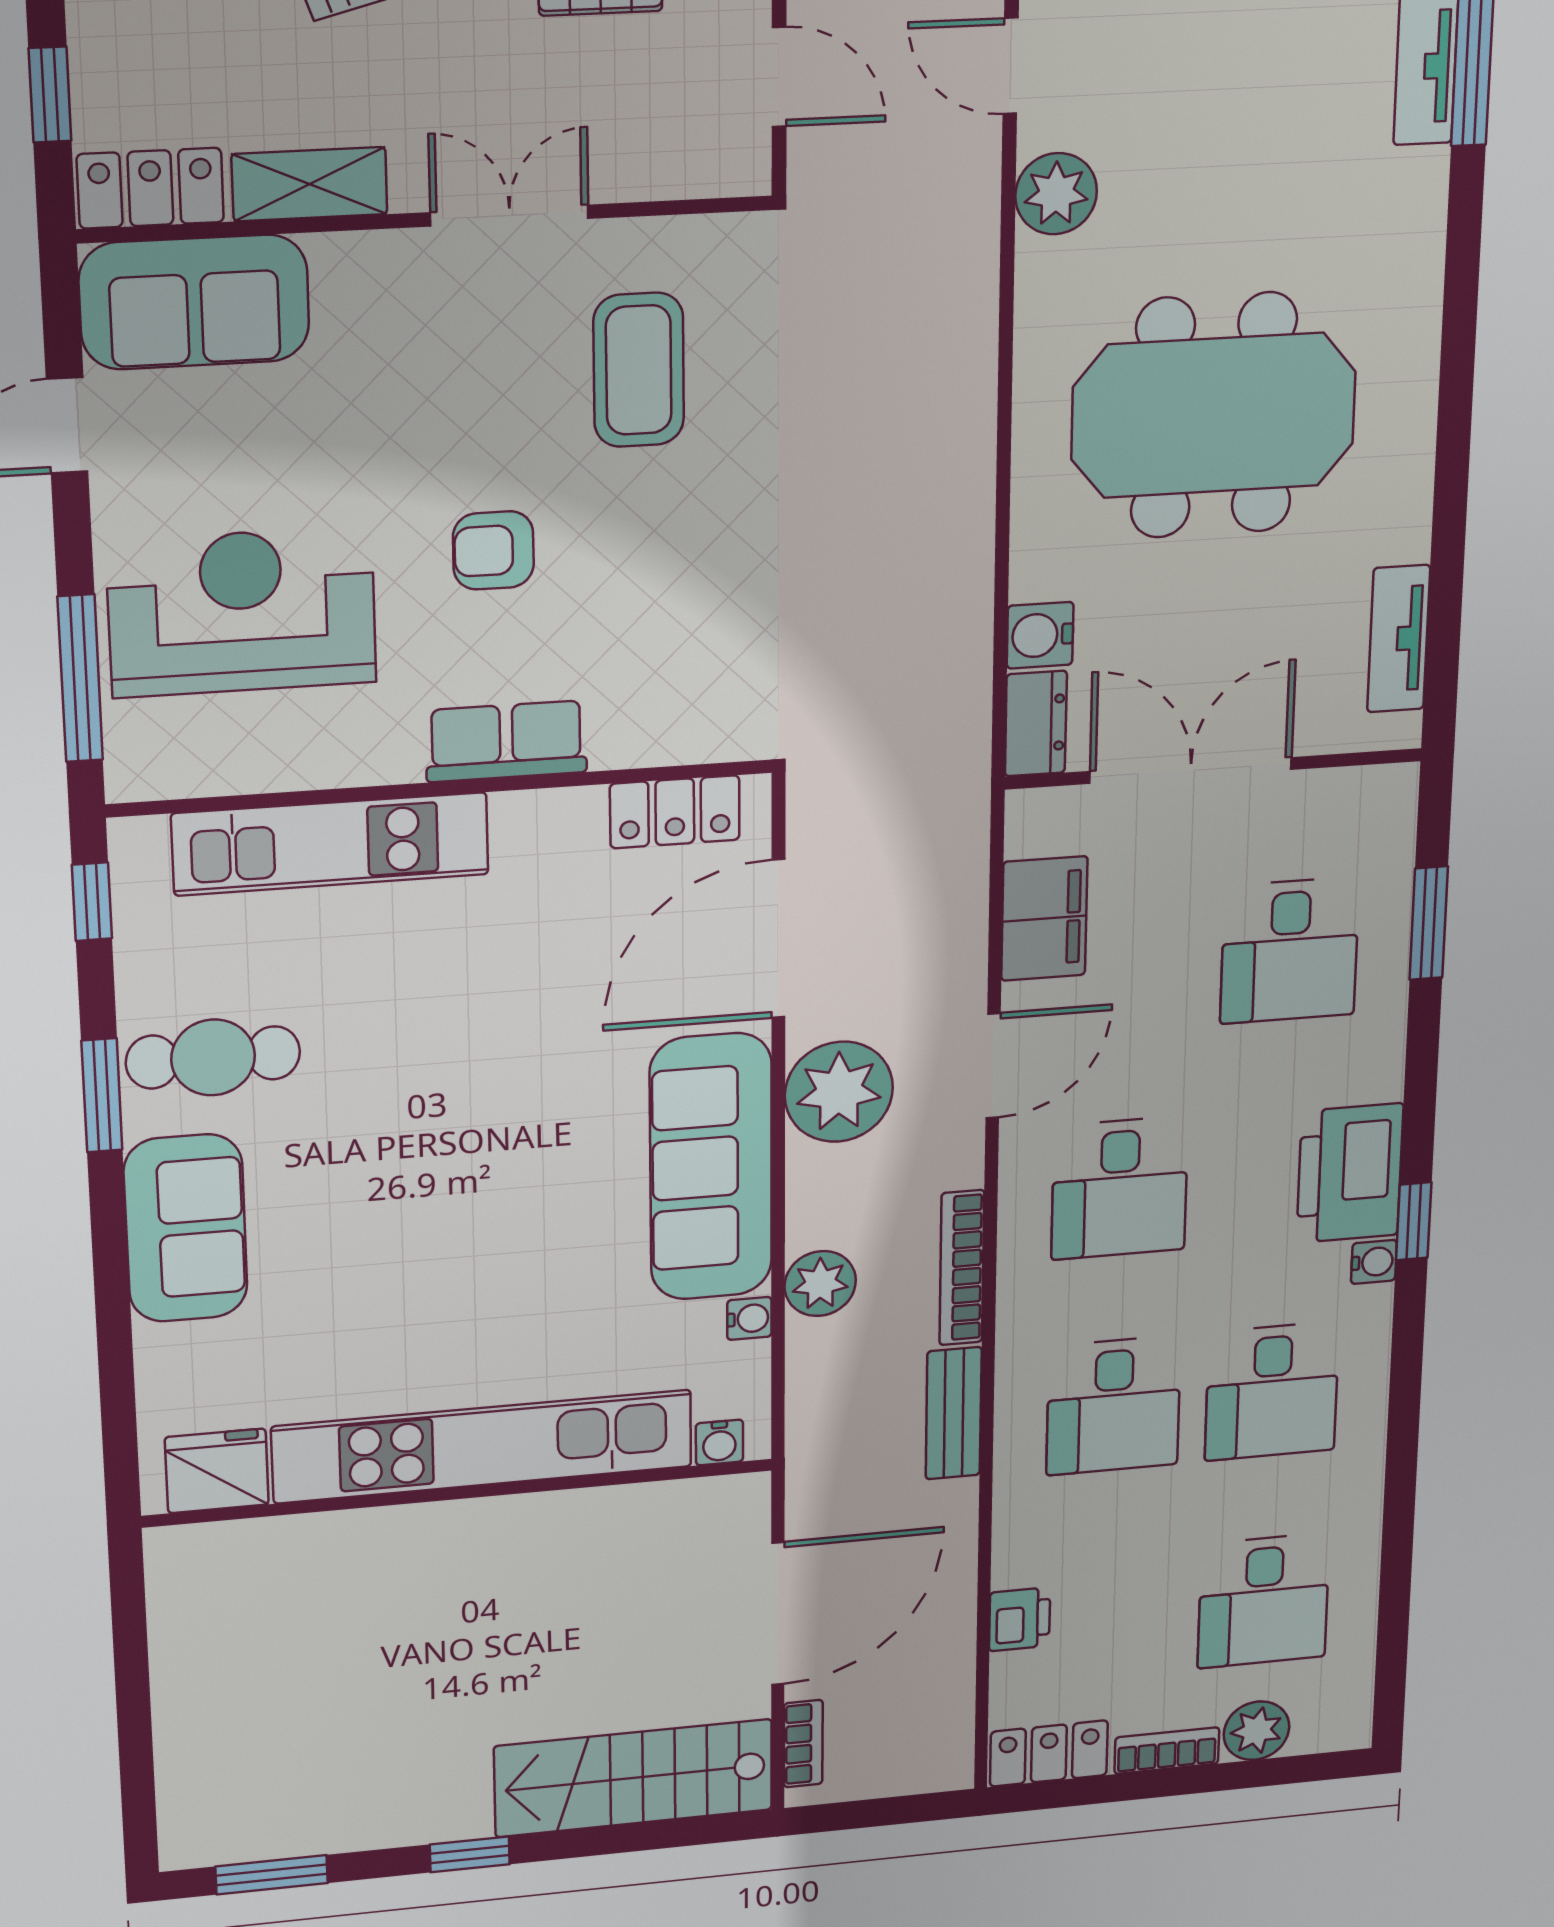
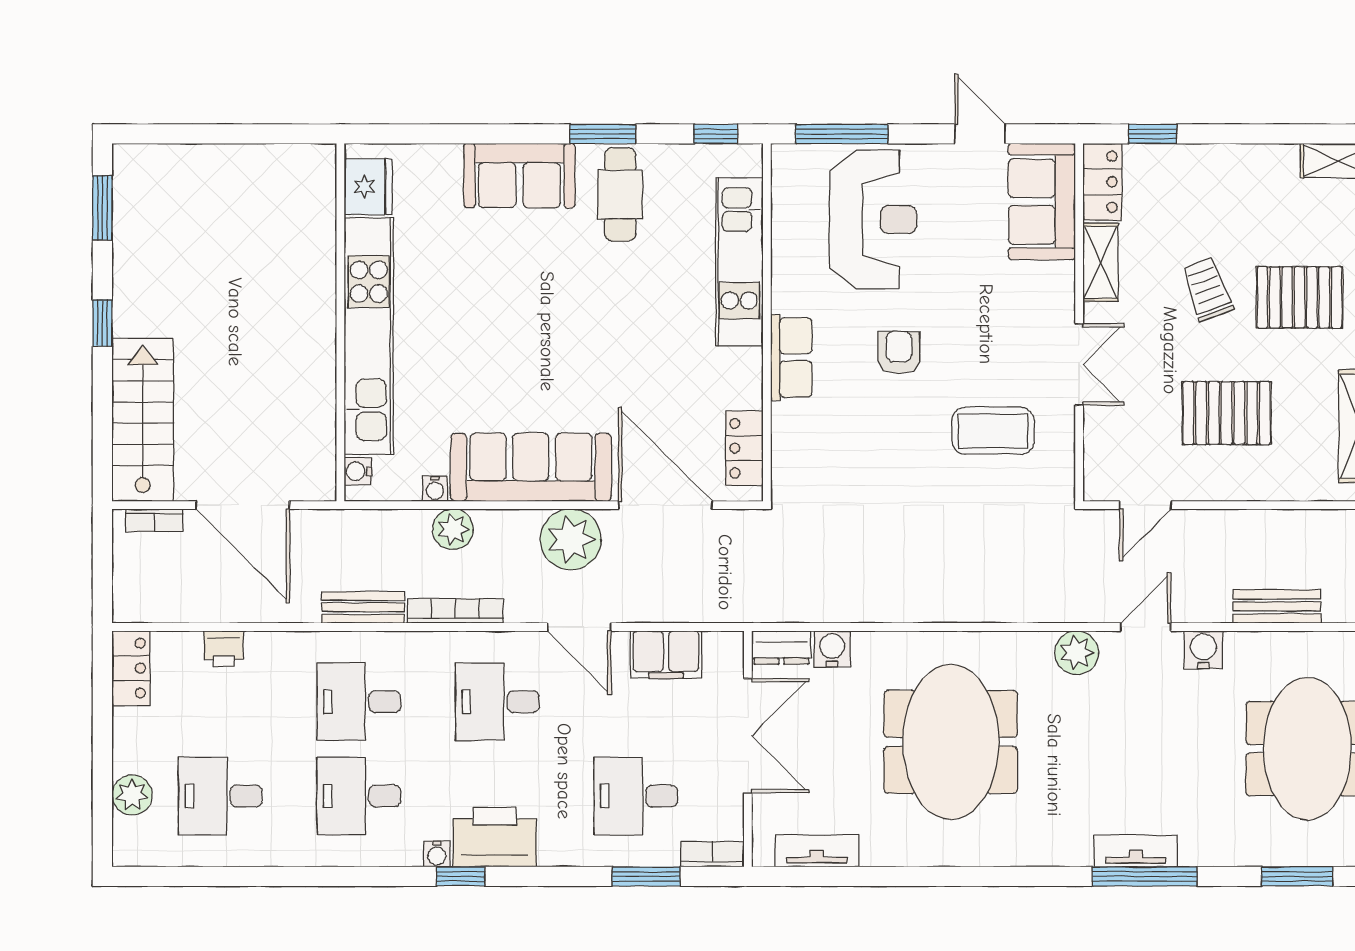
bookcase: (1167, 1751) -> (712, 854), moved, turned -90

